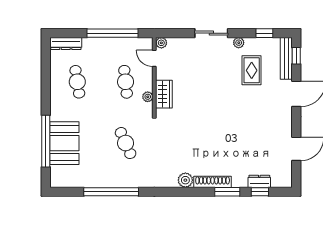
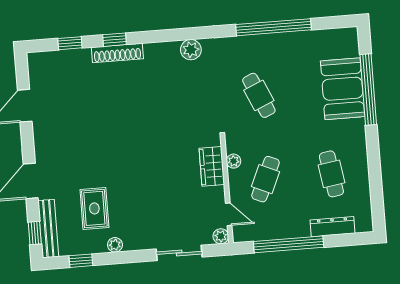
sliding door: (211, 33) -> (179, 253), moved
dresser: (66, 43) -> (333, 227), moved
cafe table: (126, 82) -> (265, 179), turned 30
plant: (185, 180) -> (191, 50), moved
dresser: (259, 181) -> (72, 57), removed
shoe rack: (213, 182) -> (117, 53), moved
window: (227, 192) -> (115, 40), width x0.67

